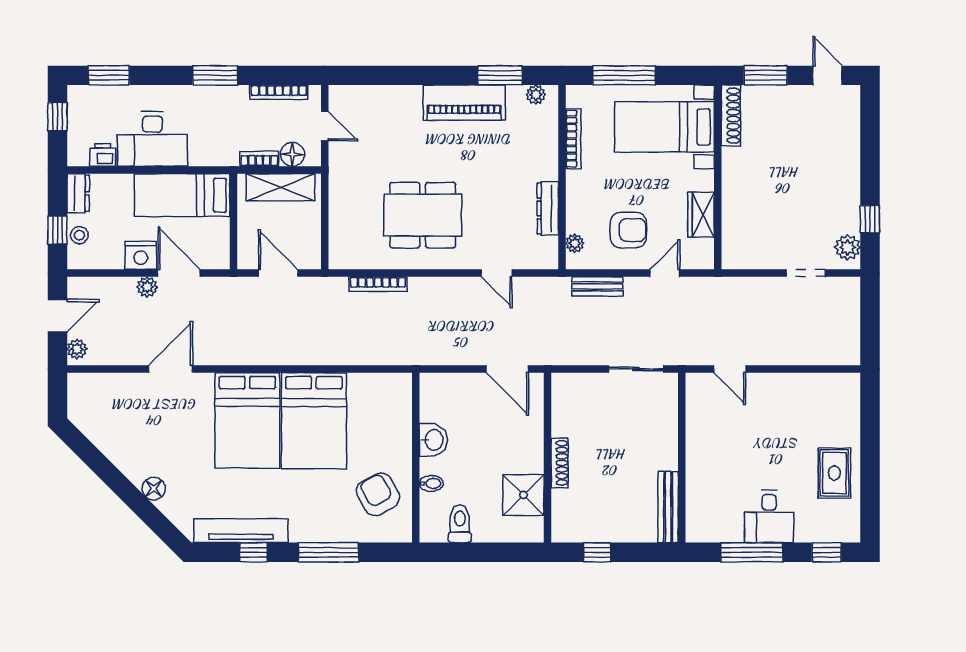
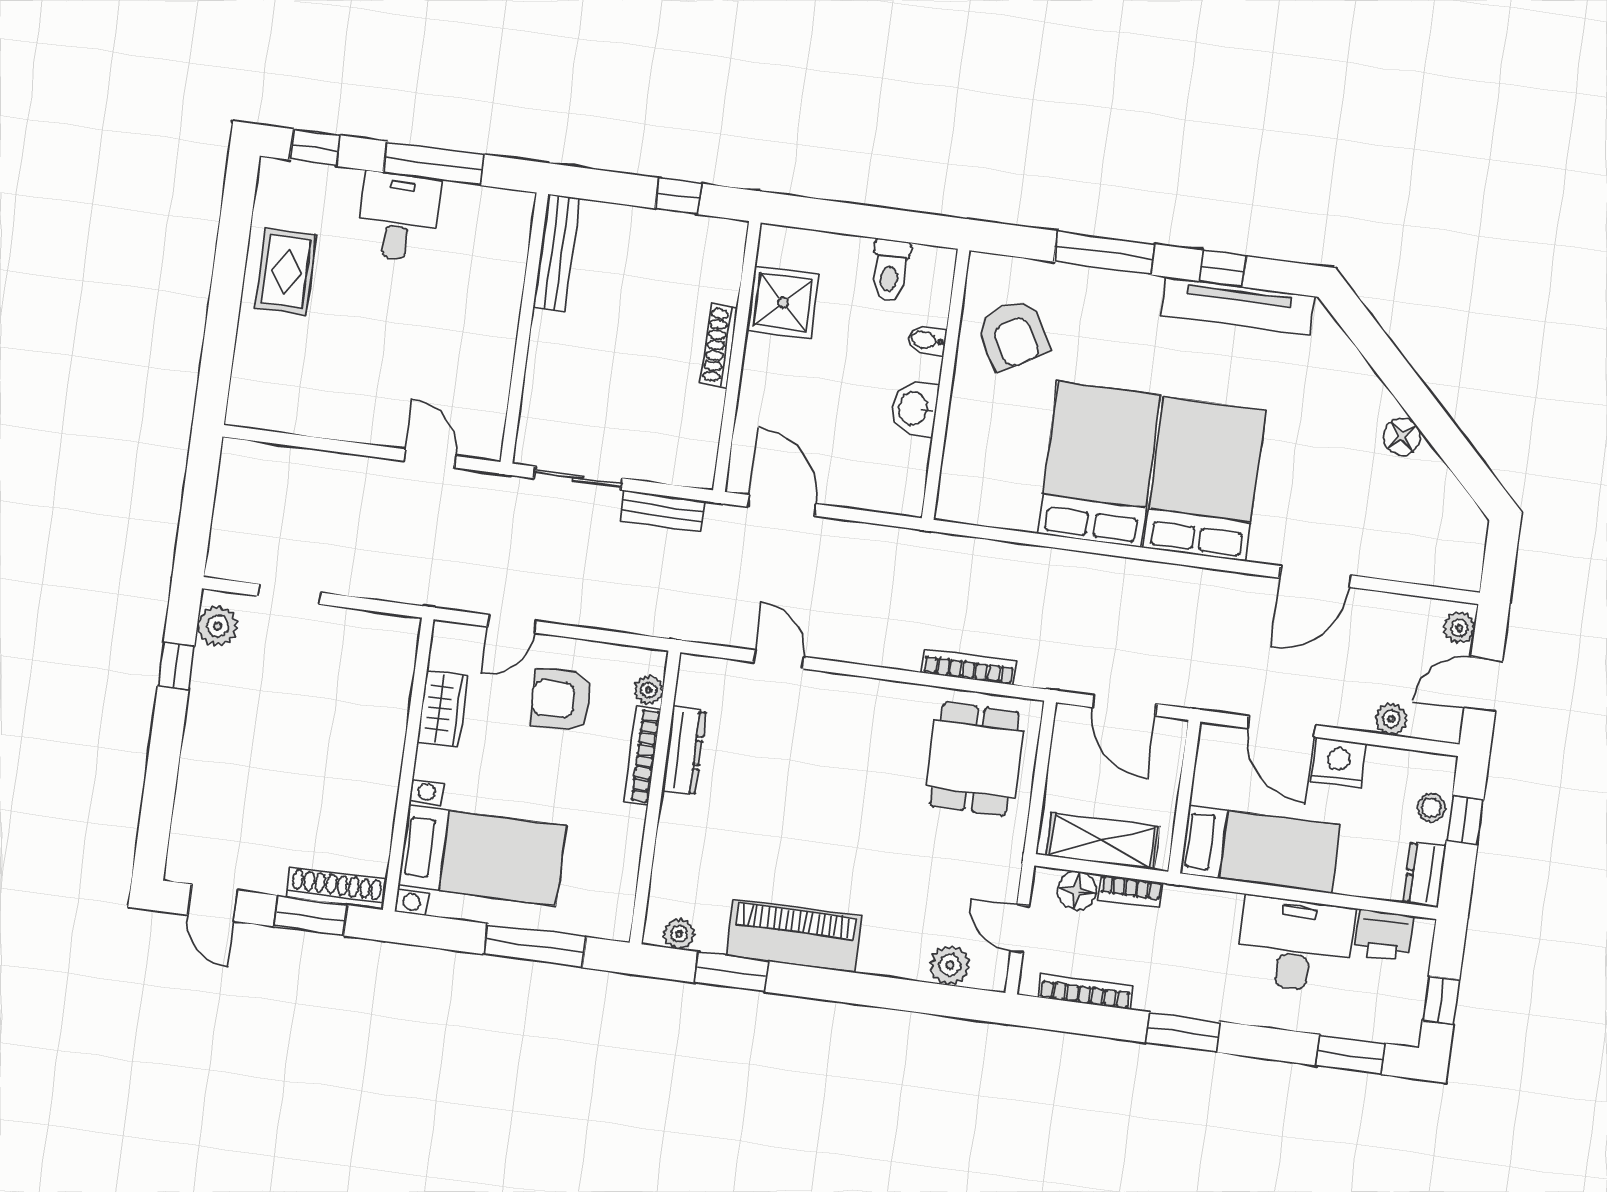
plant: (365, 98) -> (950, 965), added
shoe rack: (731, 116) -> (336, 888), moved, turned 90
bookcase: (573, 139) -> (642, 756), moved
printer: (103, 155) -> (1384, 935), width x1.36, depth x1.24
dining table: (423, 215) -> (975, 759), moved, width x0.73
bench: (597, 286) -> (663, 511), moved
plant: (147, 287) -> (1391, 719), moved
floor lamp: (154, 488) -> (1402, 437), moved

